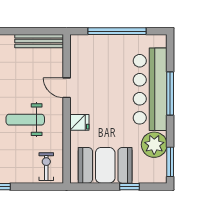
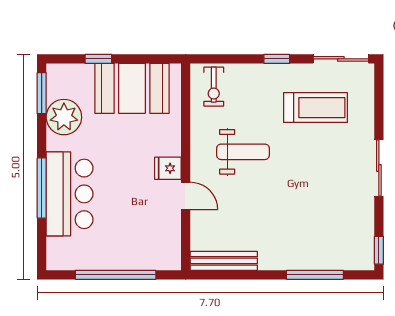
bar counter: (150, 89) -> (70, 194), width x0.73
fridge: (79, 122) -> (168, 168), moved

